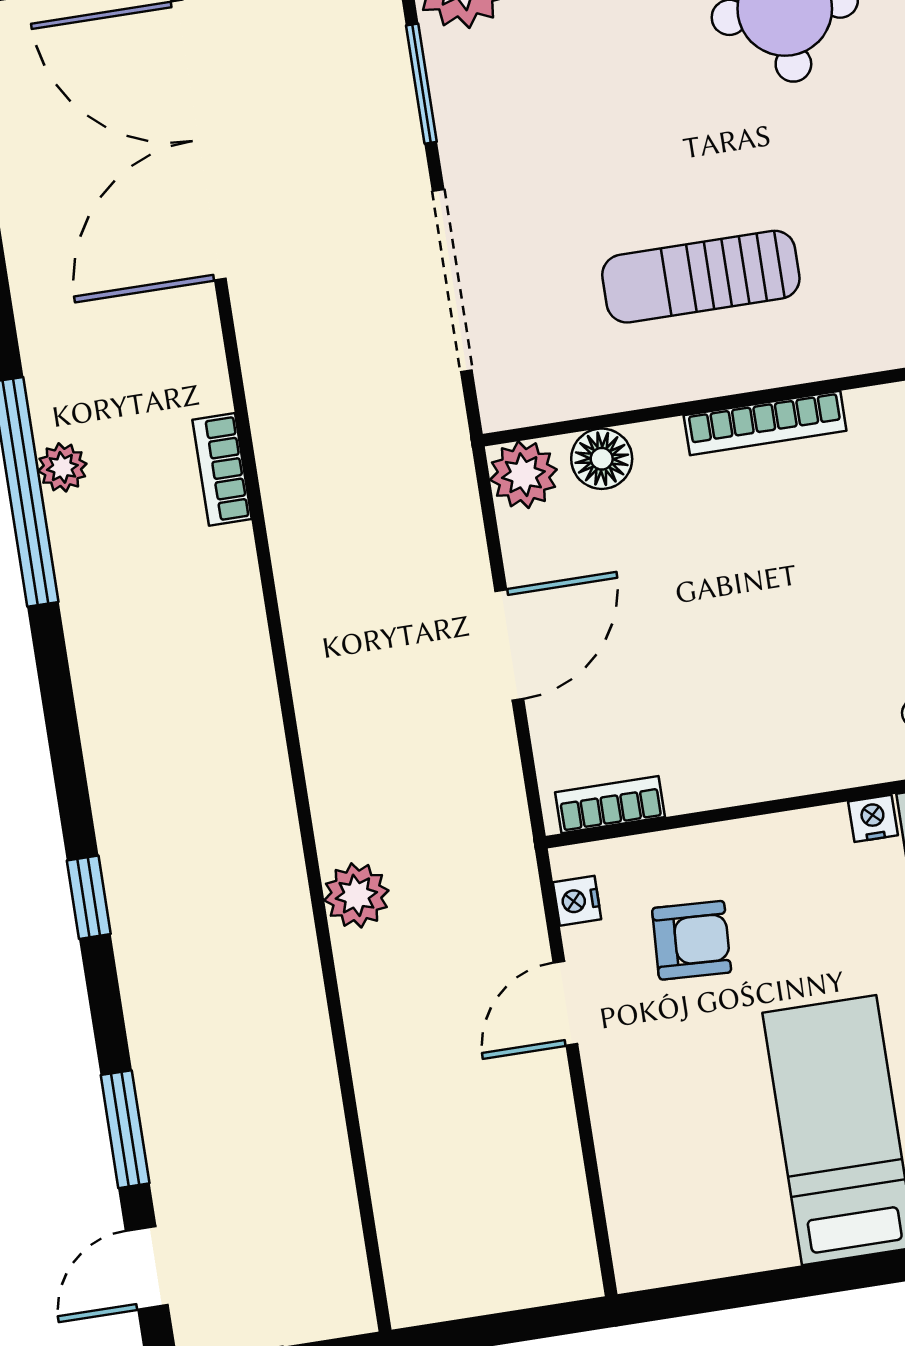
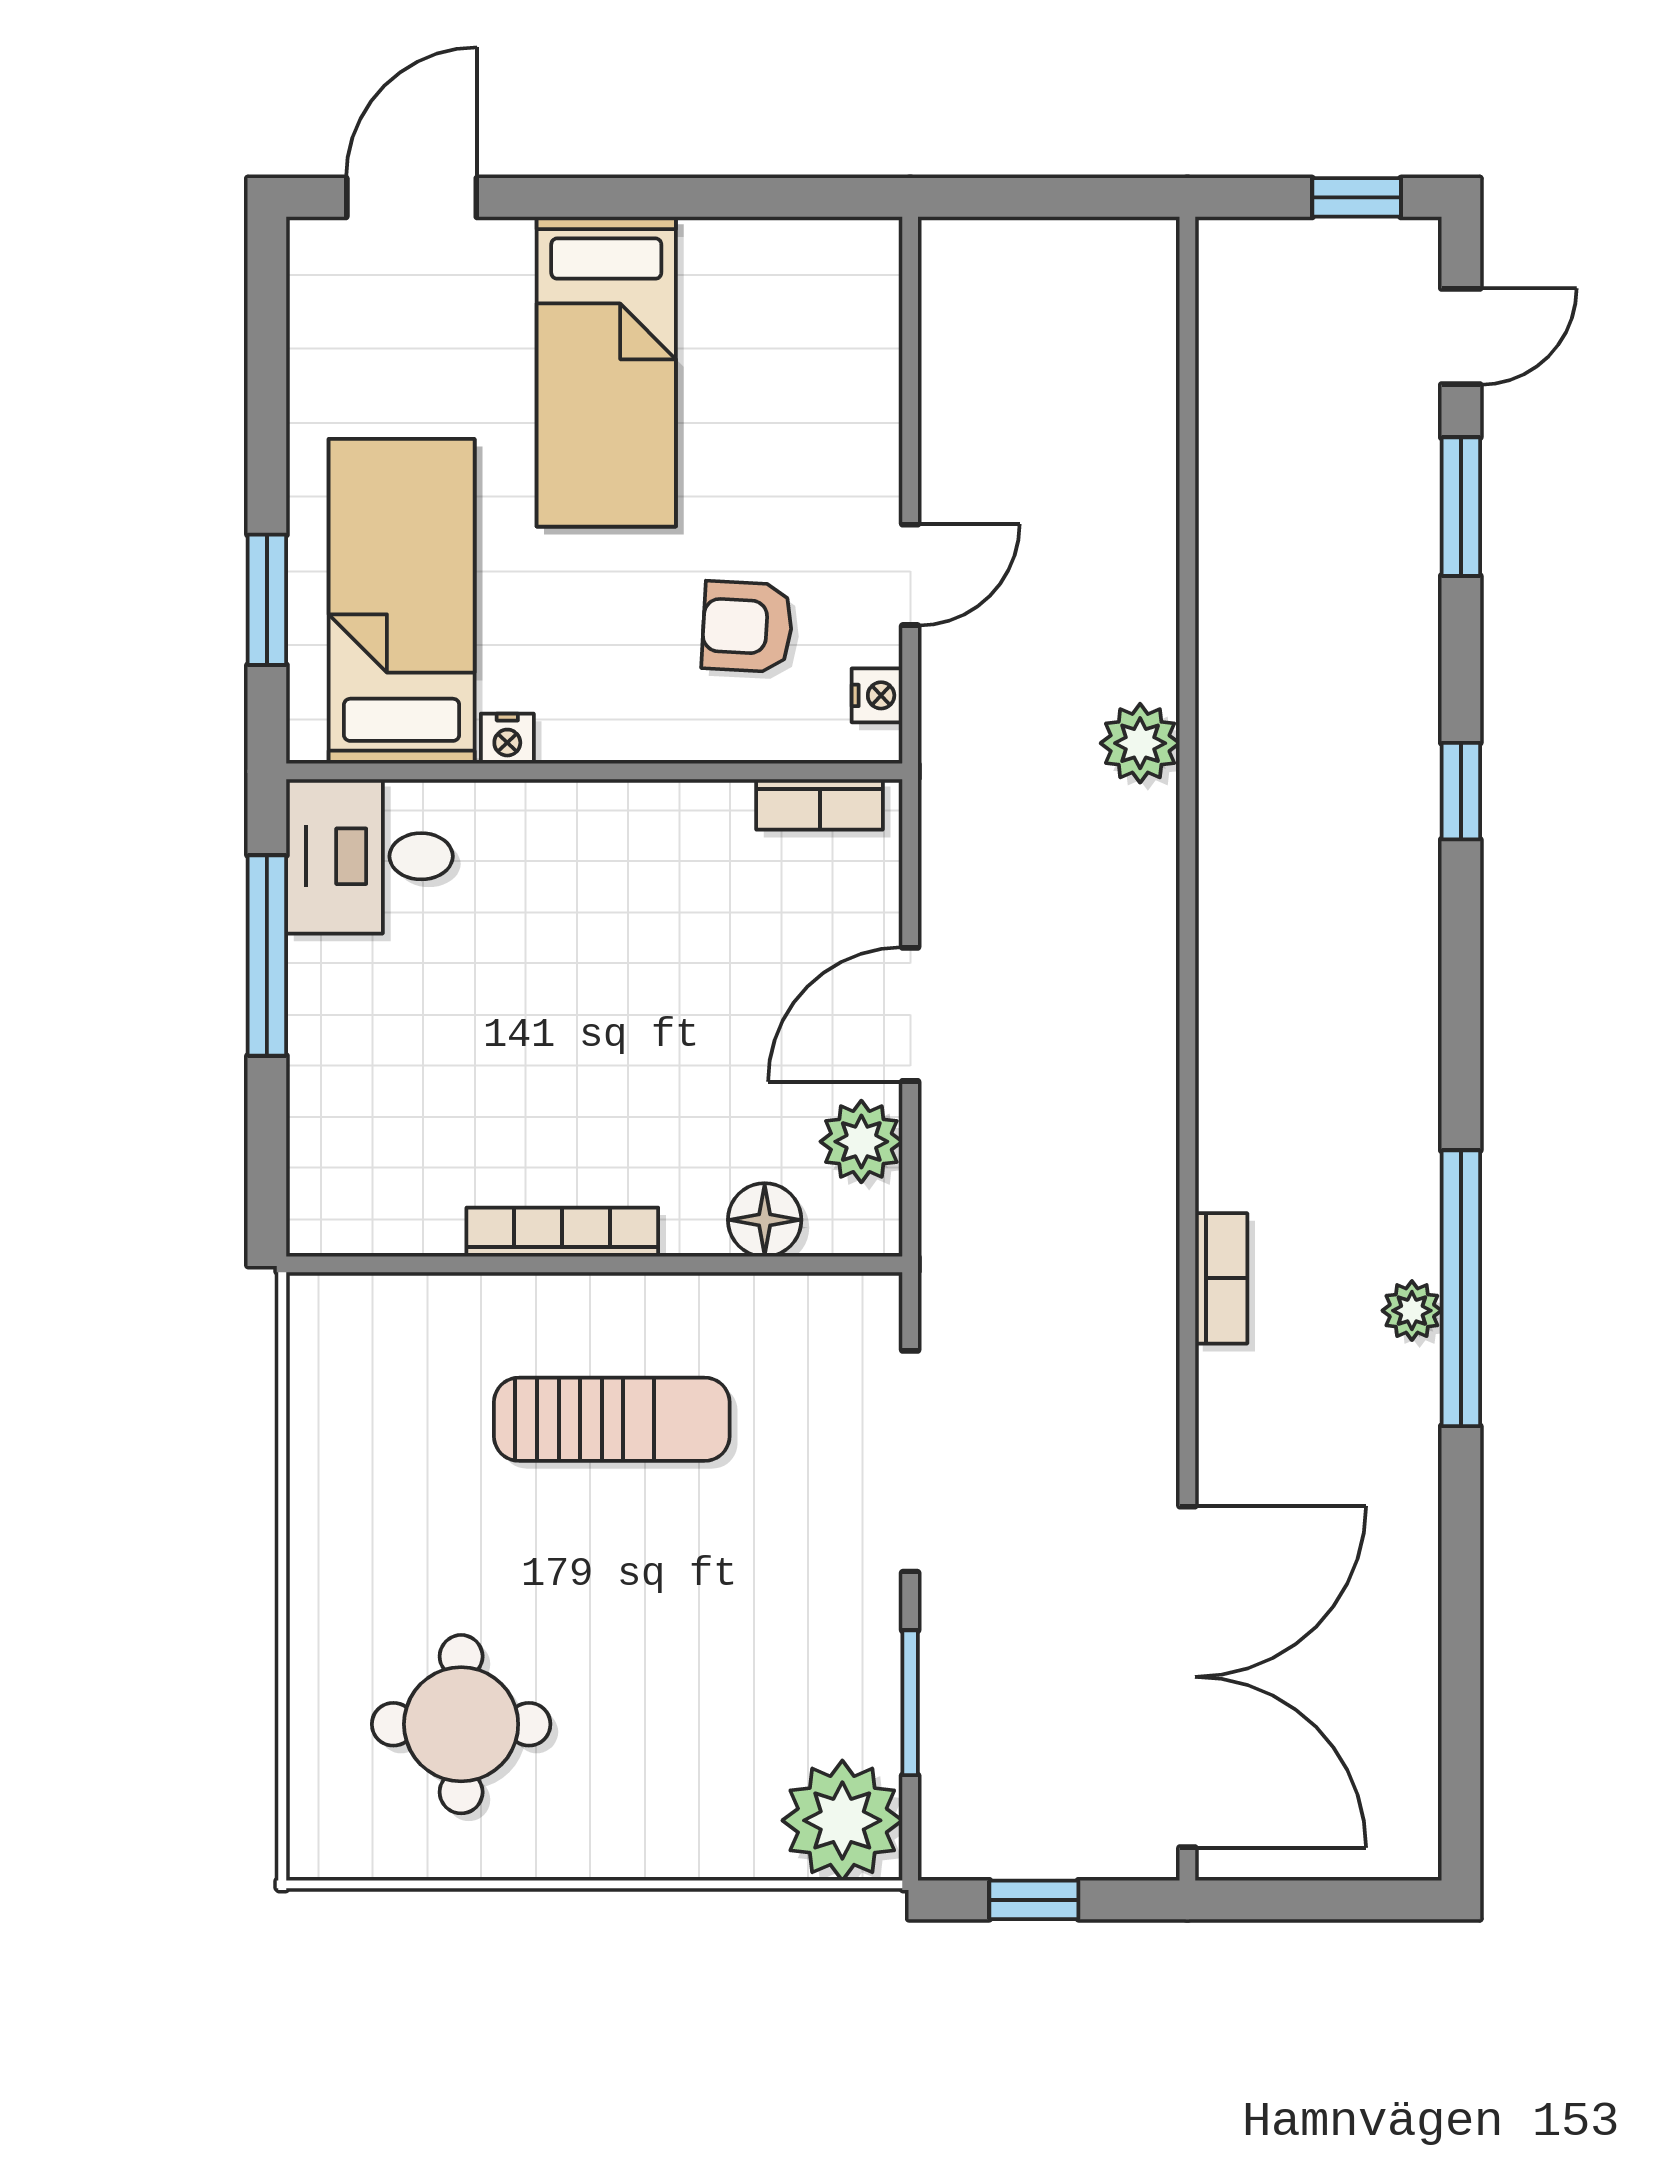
plant: (523, 475) -> (861, 1142), moved

